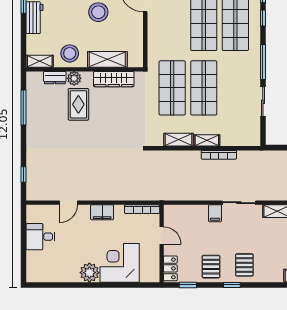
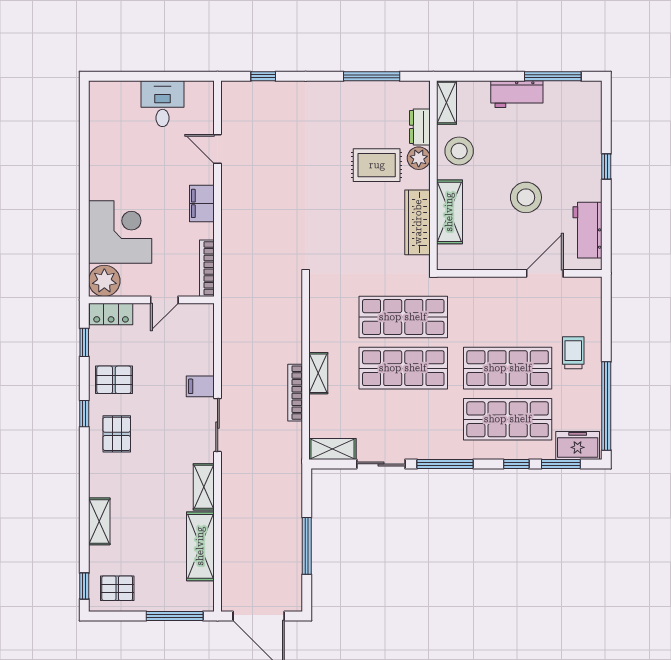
shelving: (178, 140) -> (332, 449), moved, turned 90
pallet: (244, 265) -> (117, 434), turned 90
plant: (89, 273) -> (104, 281), moved

